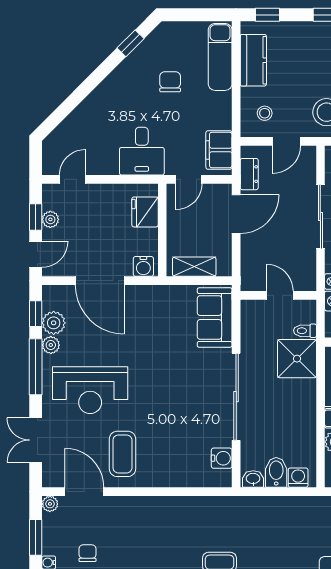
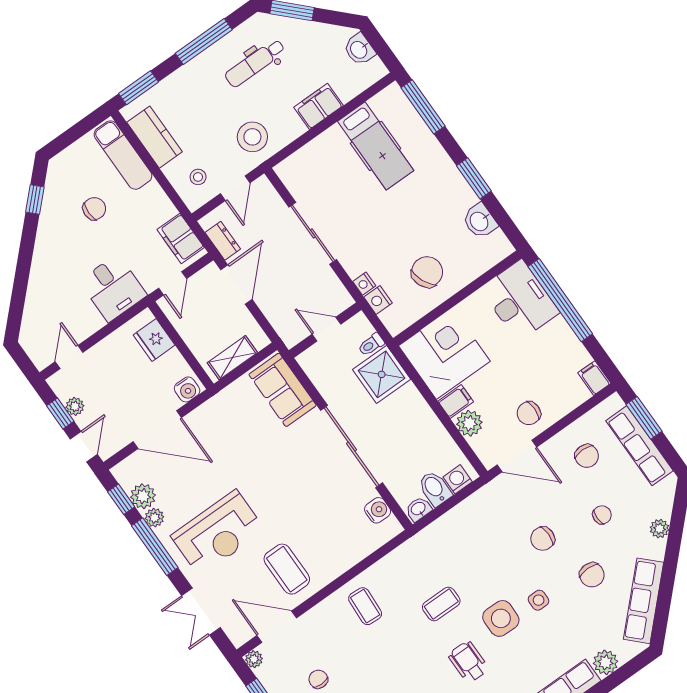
window: (267, 15) -> (138, 88), width x1.50
chair: (170, 82) -> (94, 209), turned 90
coffee table: (161, 523) -> (365, 606), added

